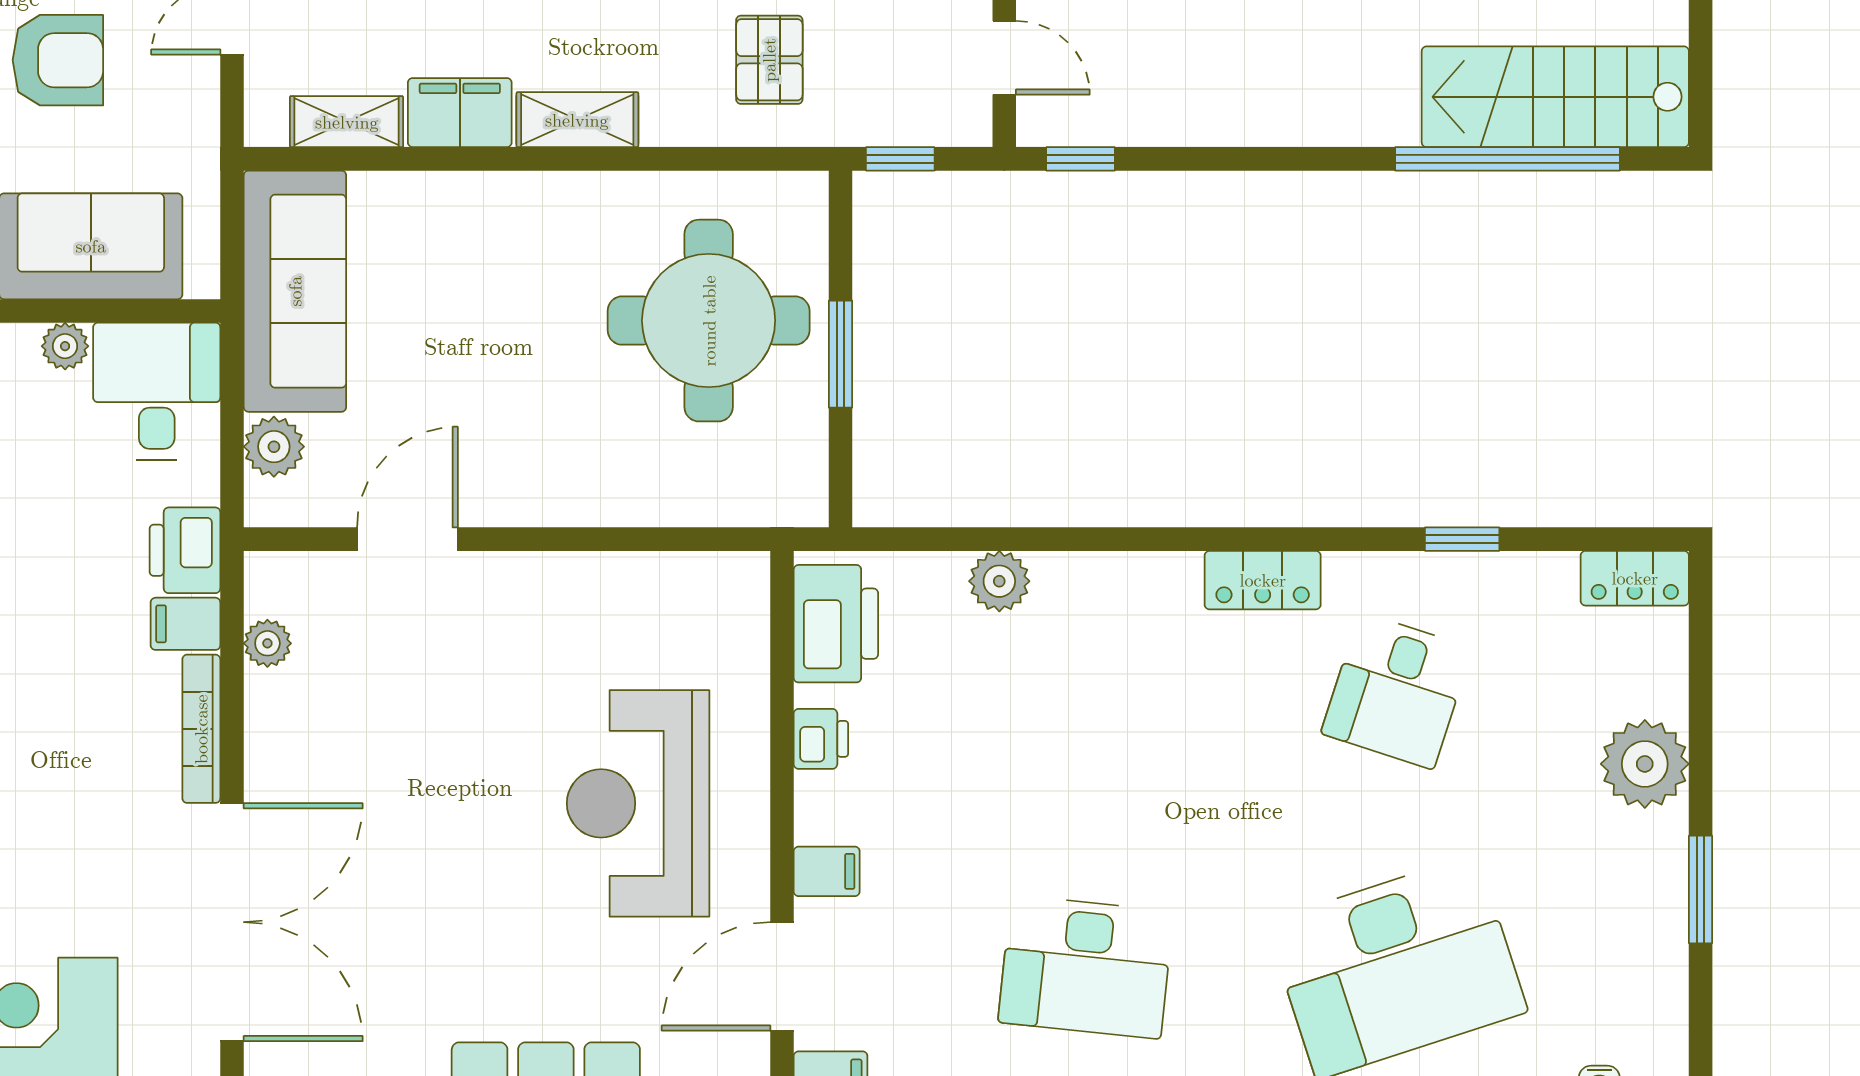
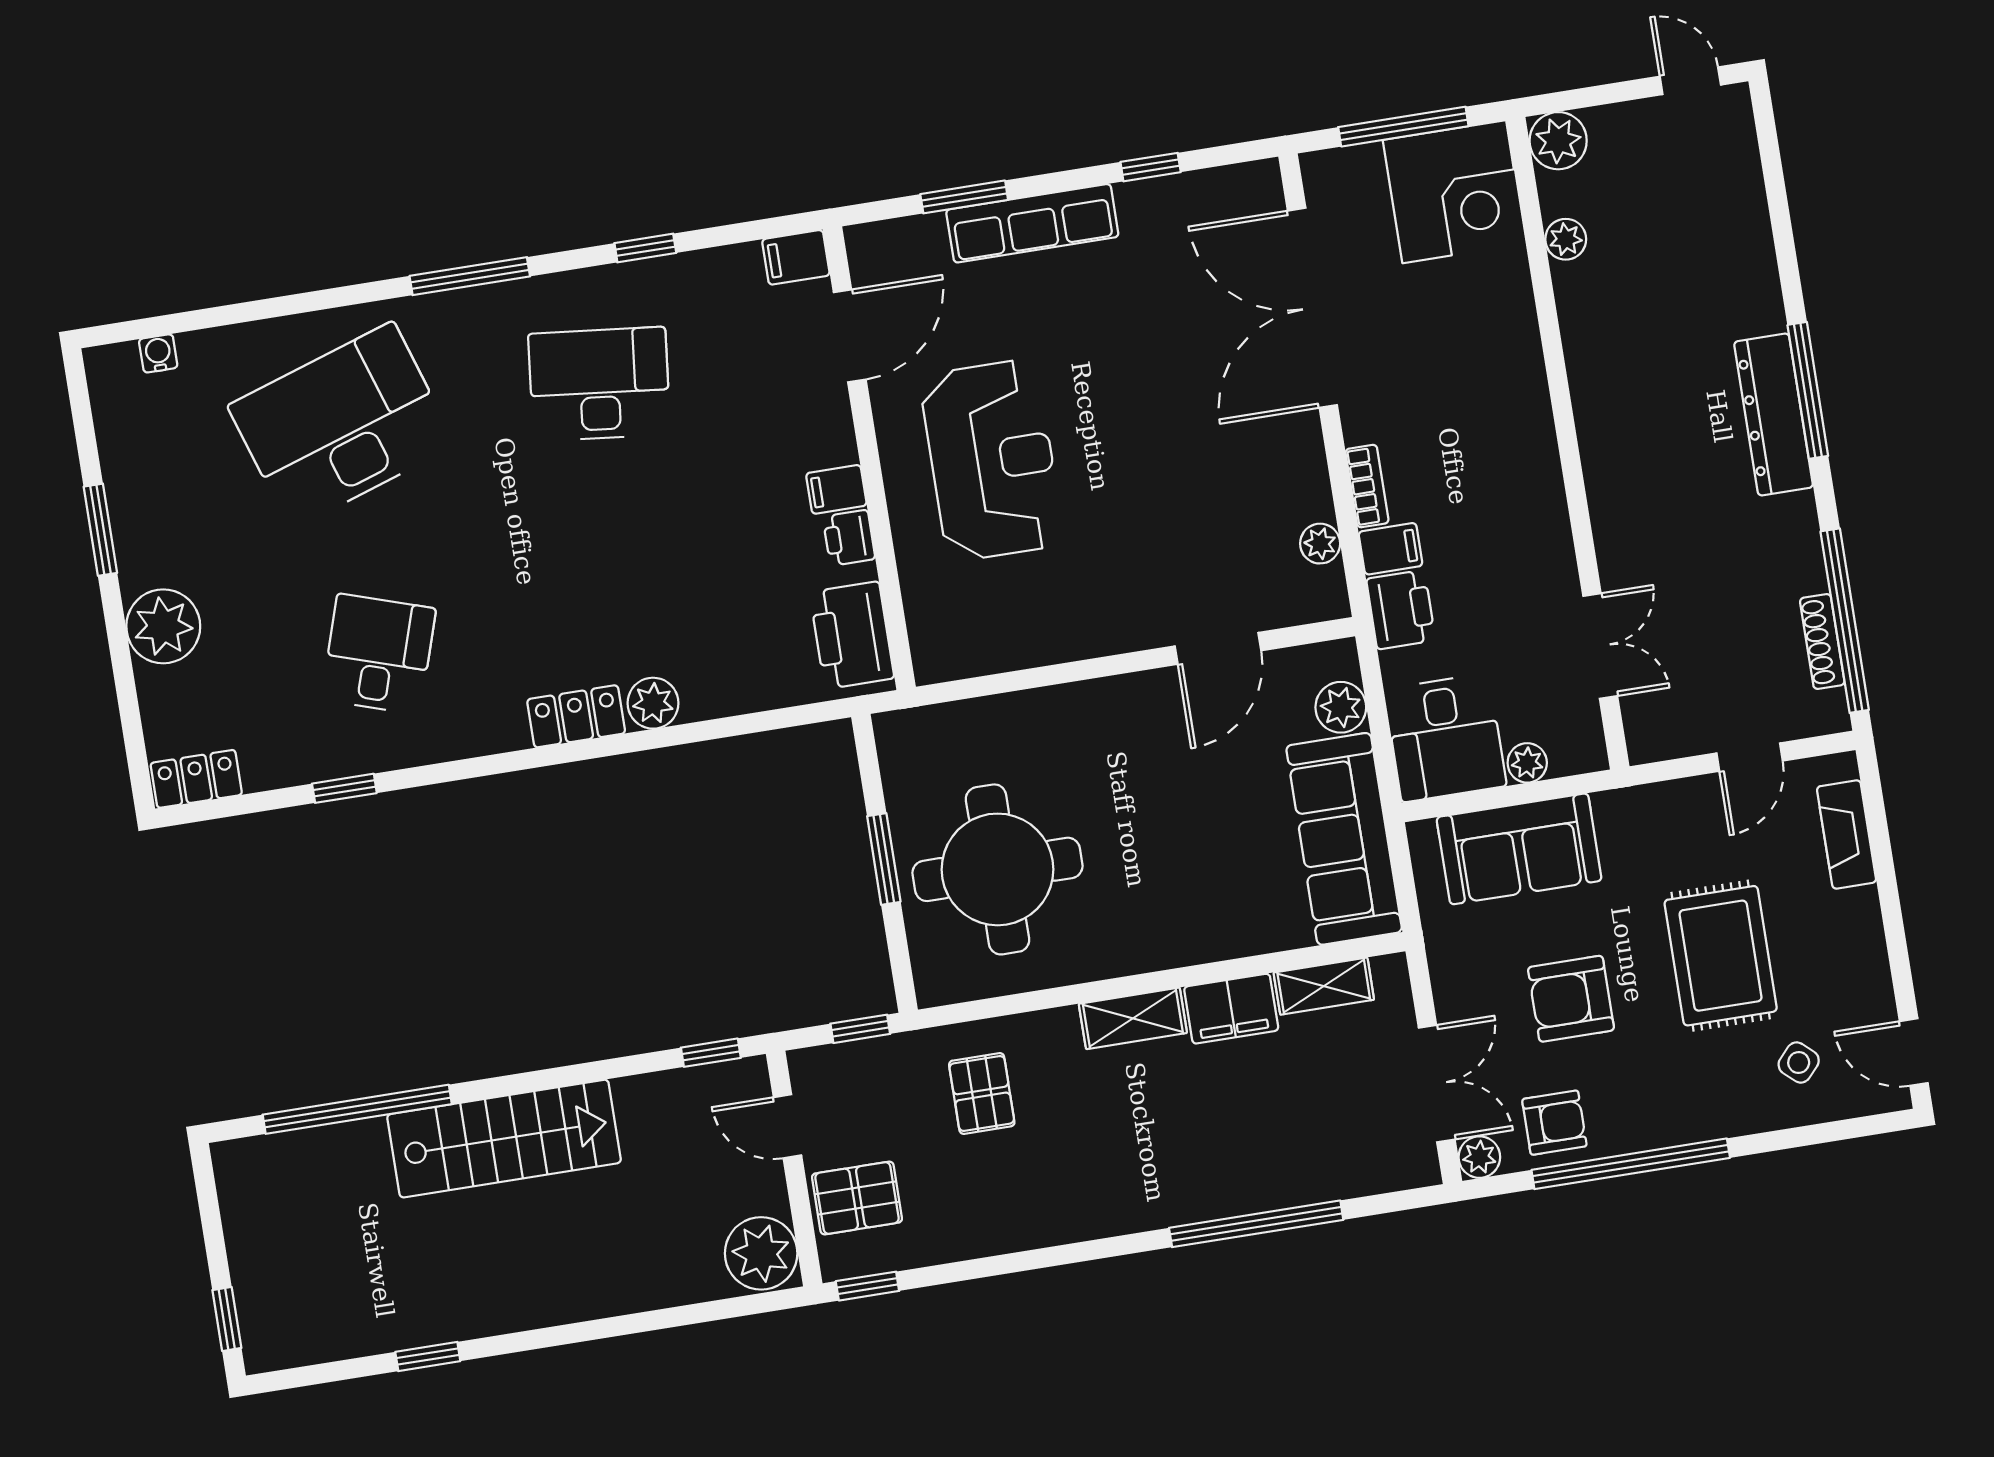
stairs: (1555, 97) -> (504, 1139), moved
locker: (1263, 580) -> (576, 716), moved
plant: (999, 581) -> (653, 703), moved
bookcase: (201, 729) -> (1367, 486), width x0.64
filing cabinet: (827, 871) -> (836, 489), moved

